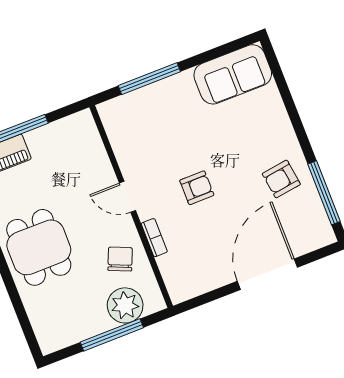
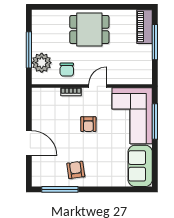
corner sofa: (155, 120) -> (132, 116), added
chair: (120, 259) -> (67, 70), turned 67
door: (267, 274) -> (29, 143), width x0.73

